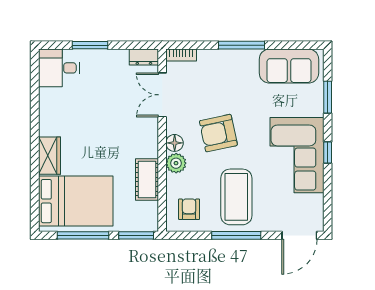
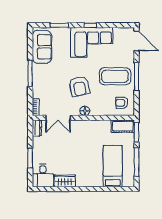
wardrobe: (49, 156) -> (65, 181), moved
plant: (176, 163) -> (96, 110), removed
cot: (147, 179) -> (123, 126), moved
bed: (76, 201) -> (113, 166), width x0.67

